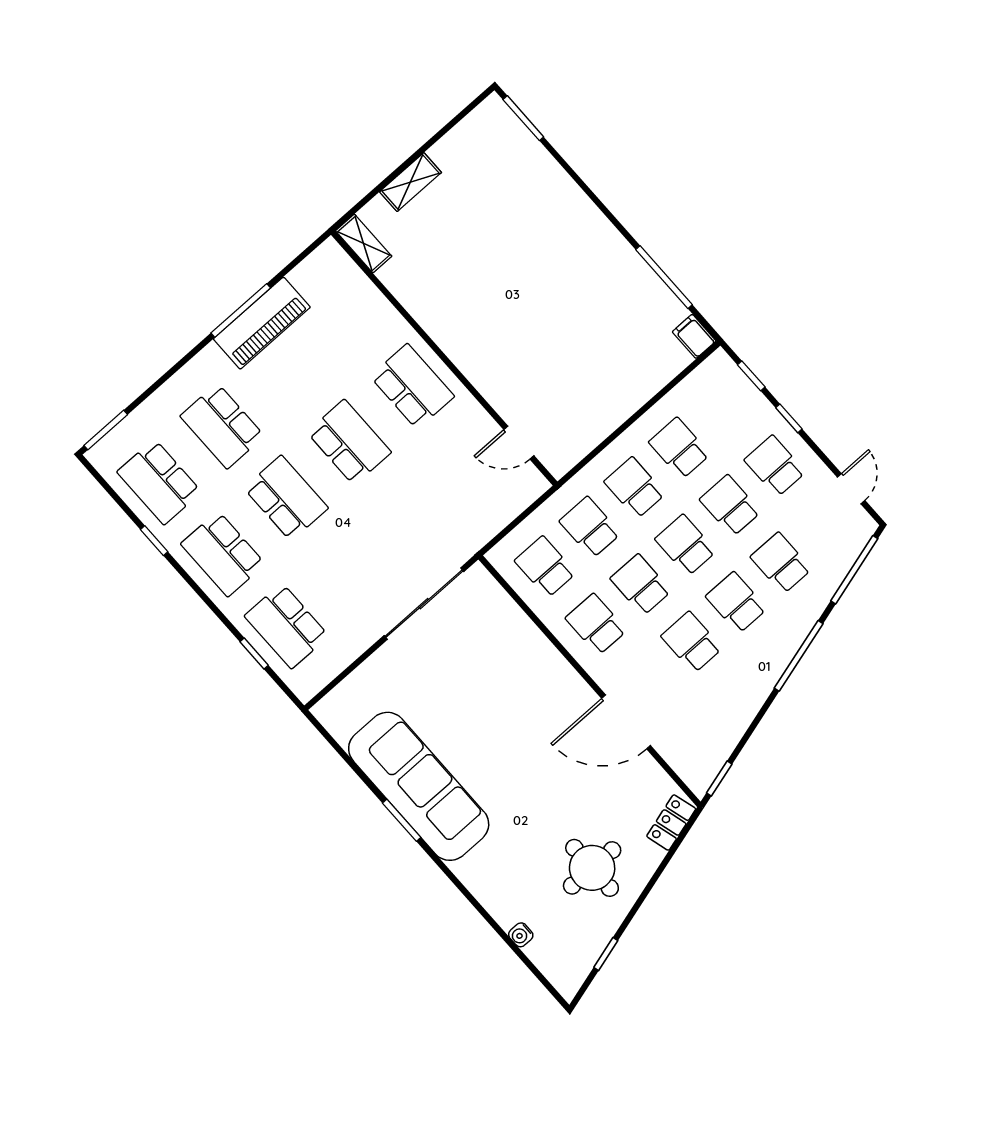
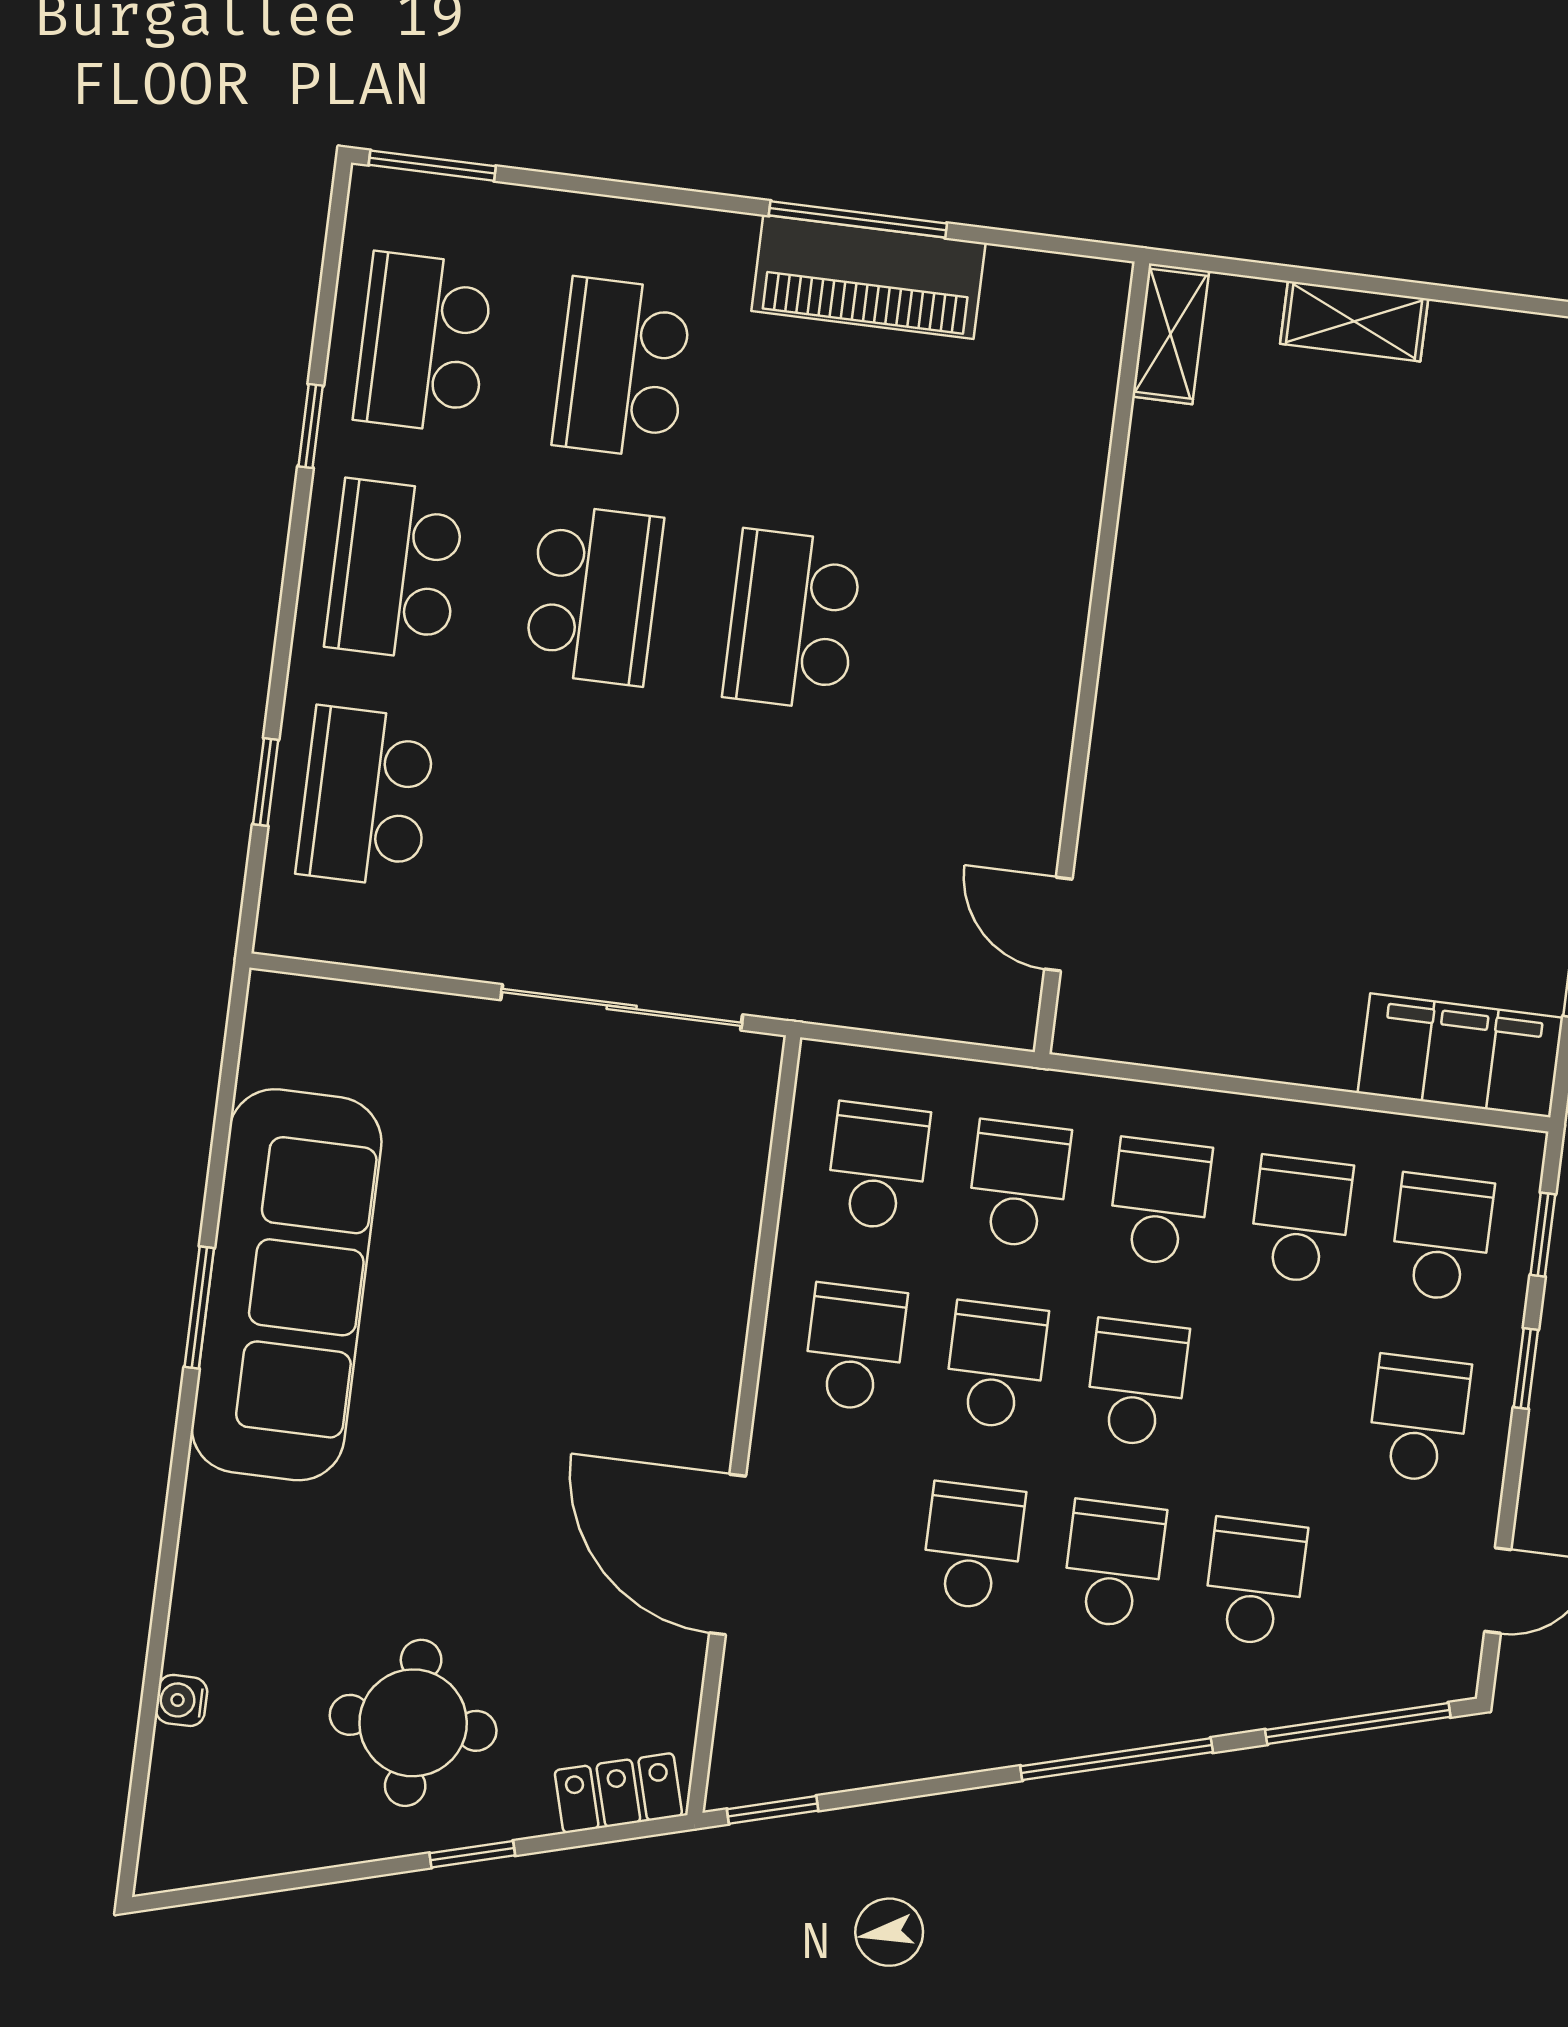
filing cabinet: (694, 336) -> (1460, 1055), width x3.00, depth x1.17
school desk: (412, 386) -> (991, 645), removed
school desk: (349, 442) -> (792, 620), turned 180
school desk: (730, 506) -> (1442, 1238), moved
window: (606, 954) -> (472, 1854), moved

